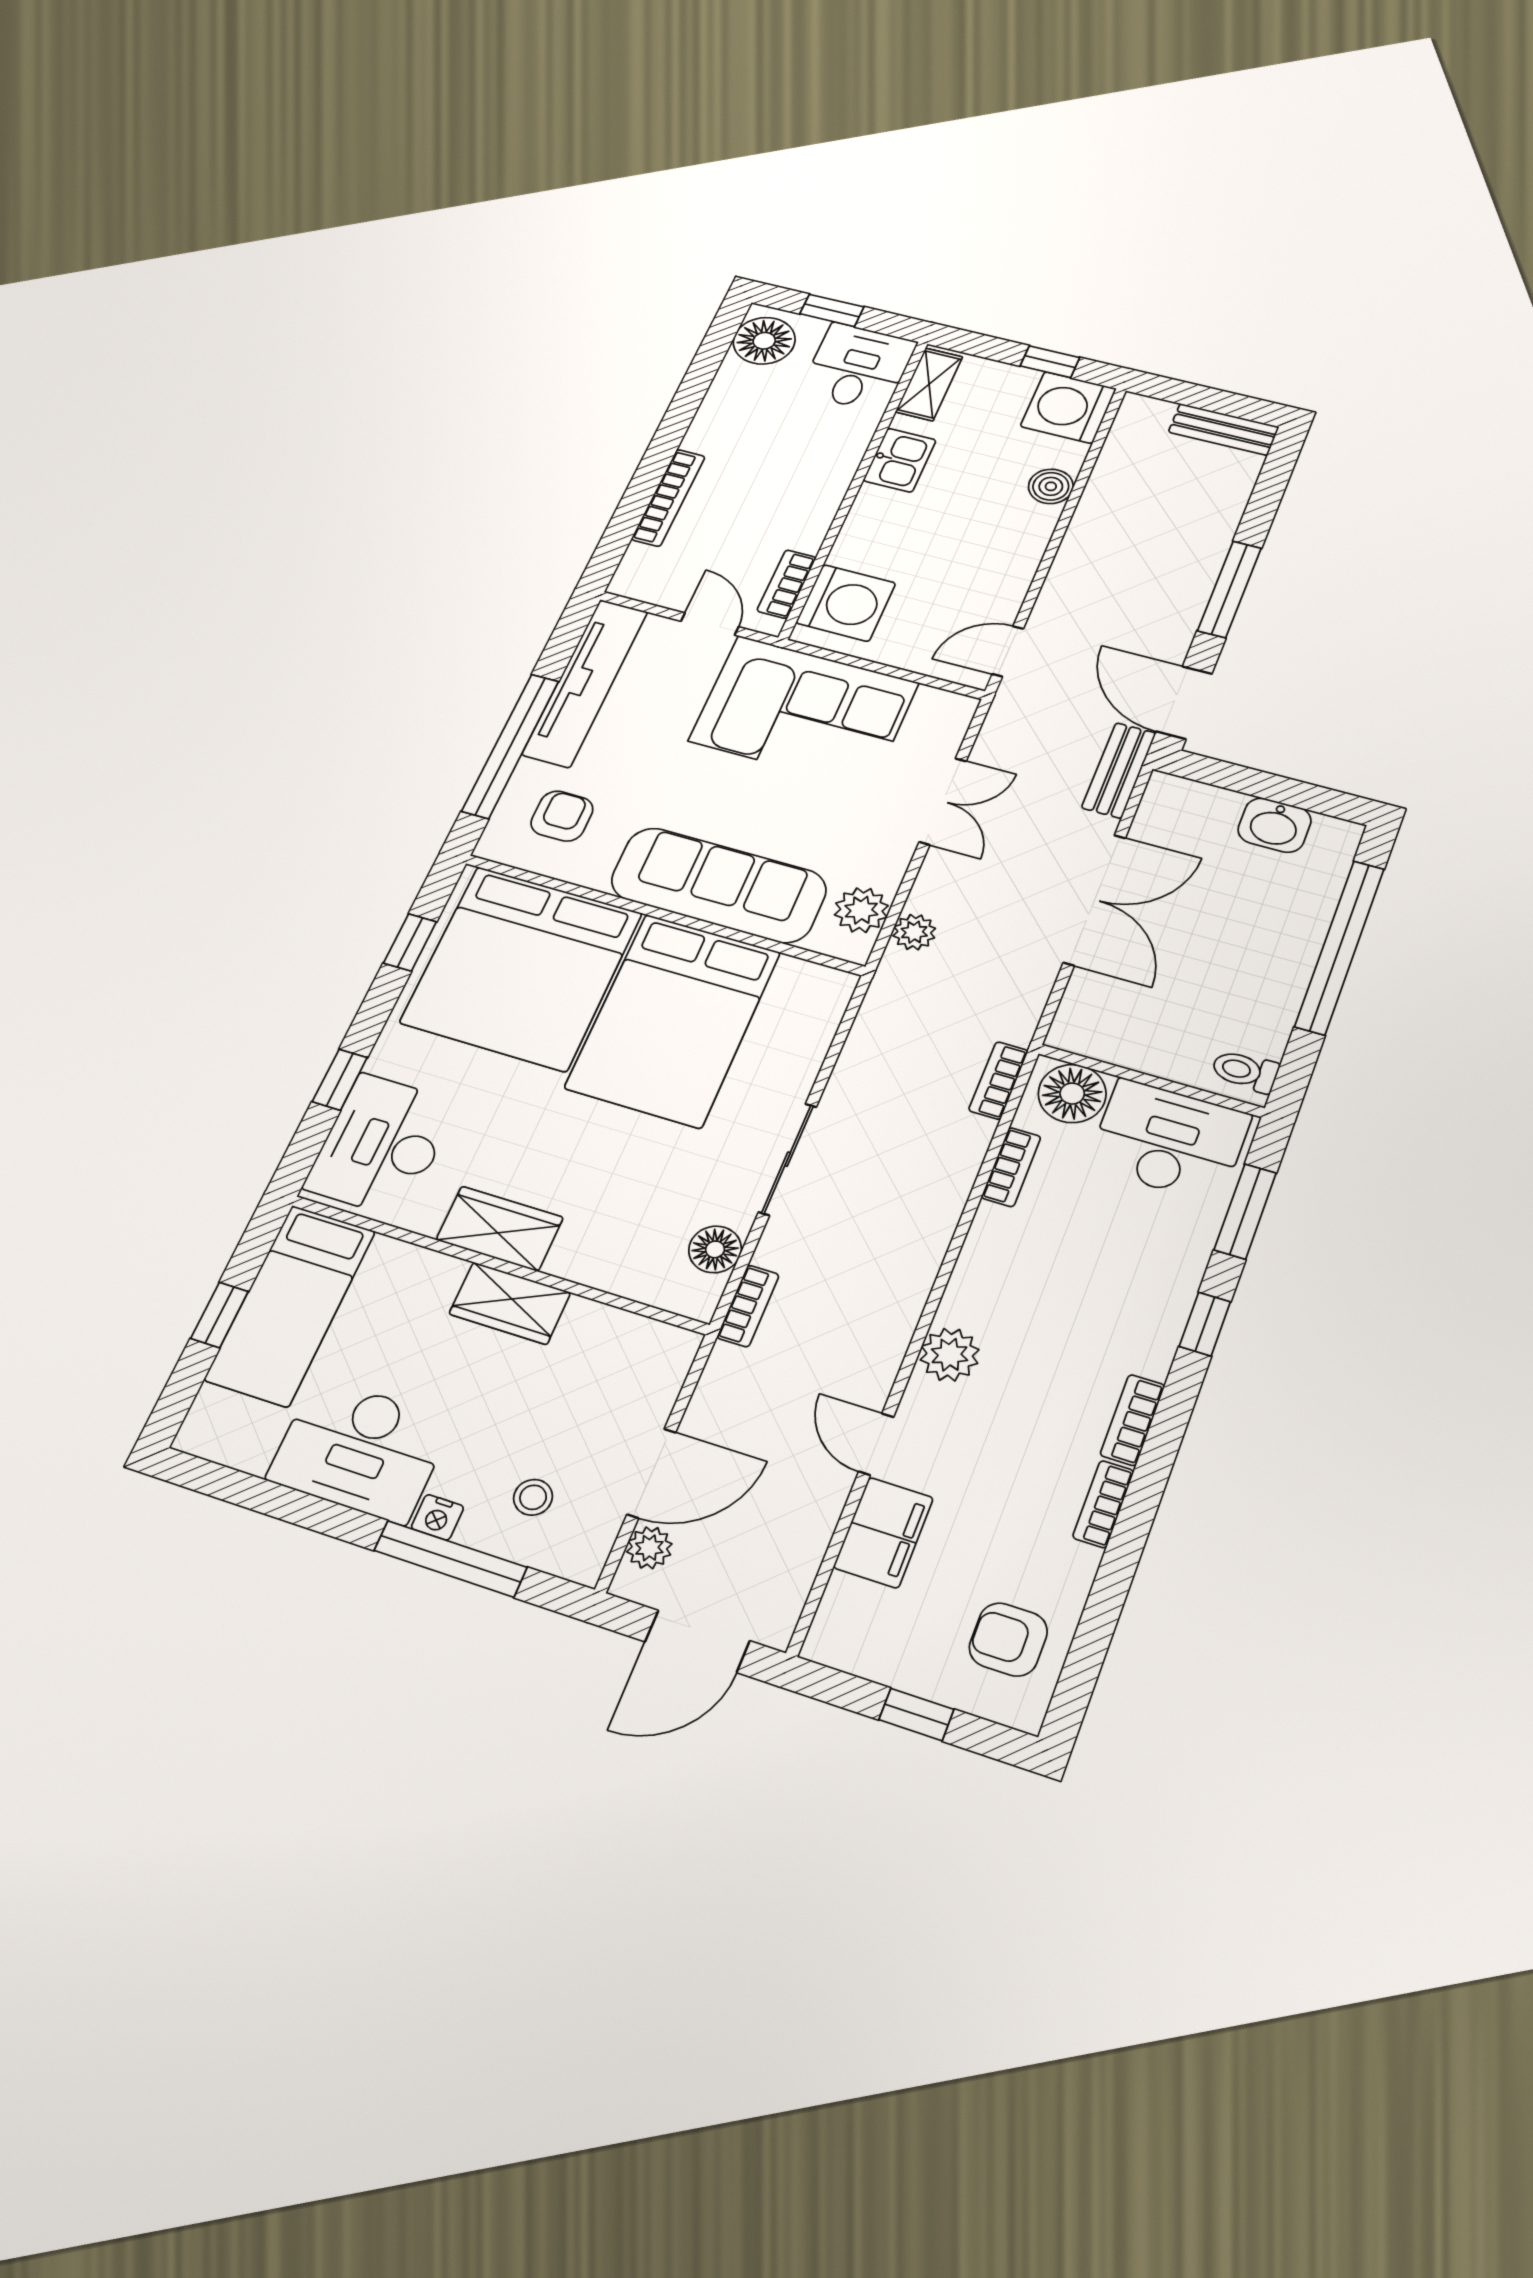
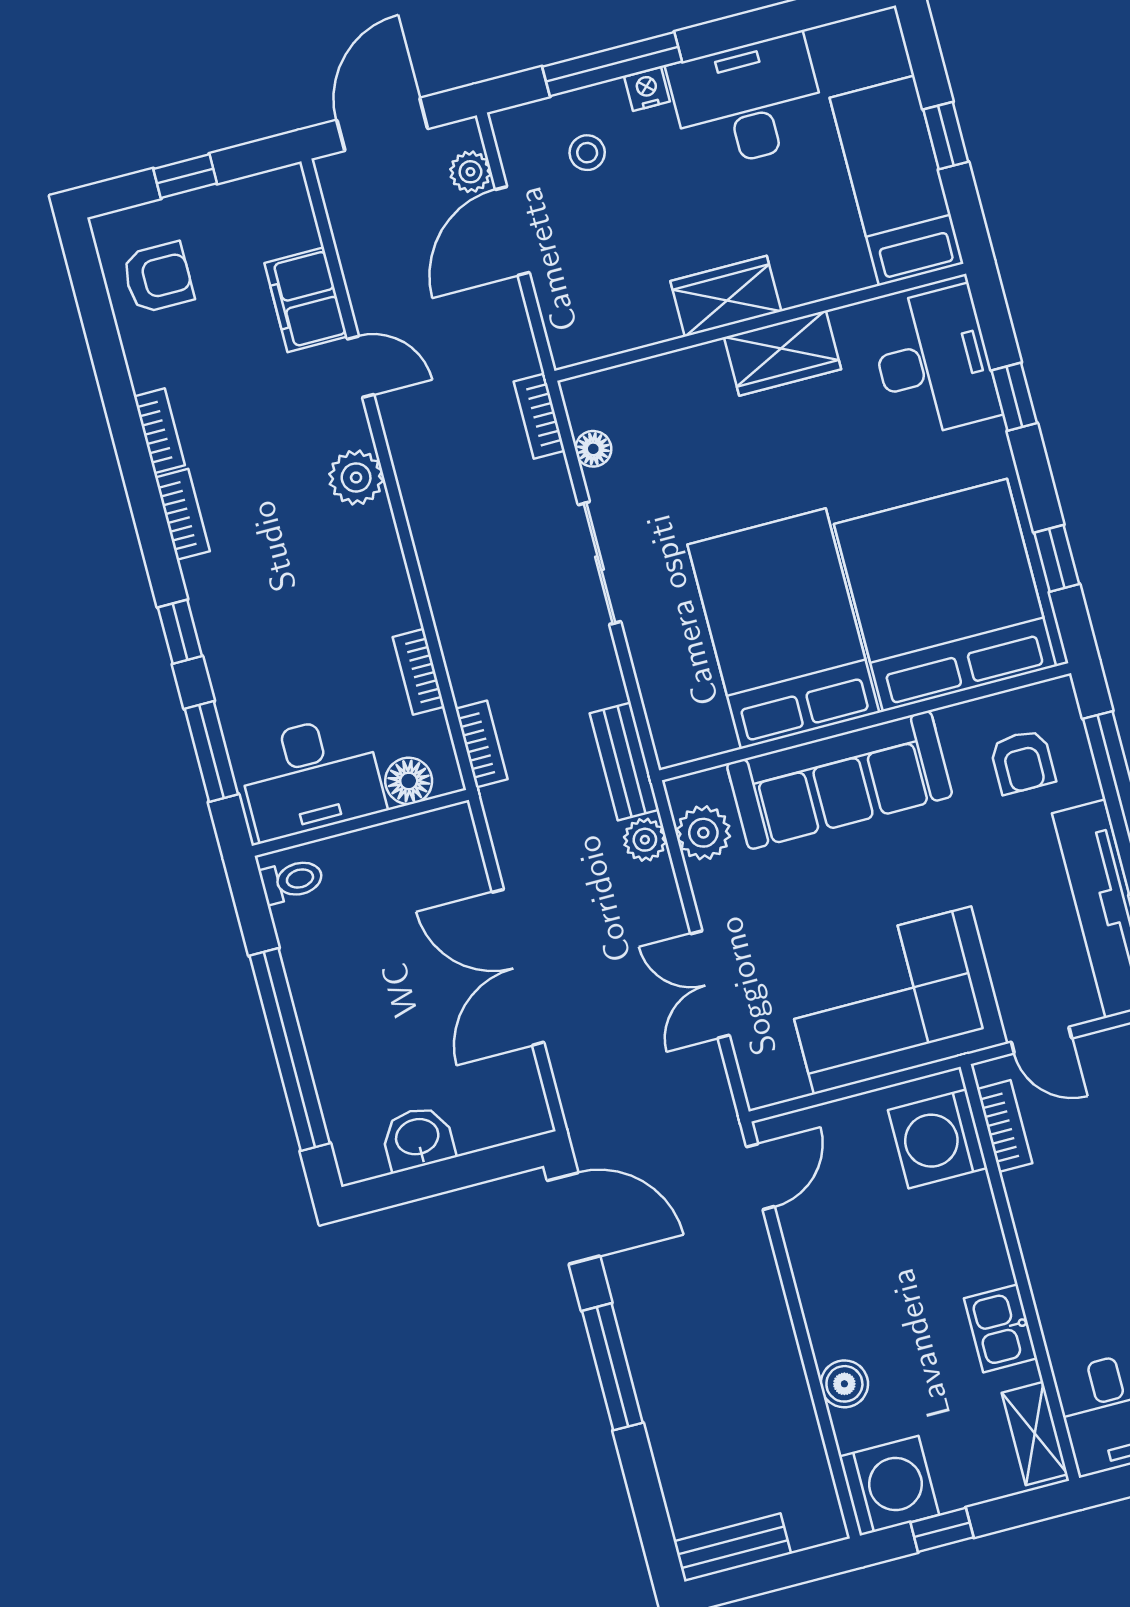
bench: (1119, 770) -> (624, 761), moved
floor lamp: (1072, 1094) -> (409, 781), width x0.73, depth x0.73
floor lamp: (715, 1249) -> (593, 449), width x0.73, depth x0.73

